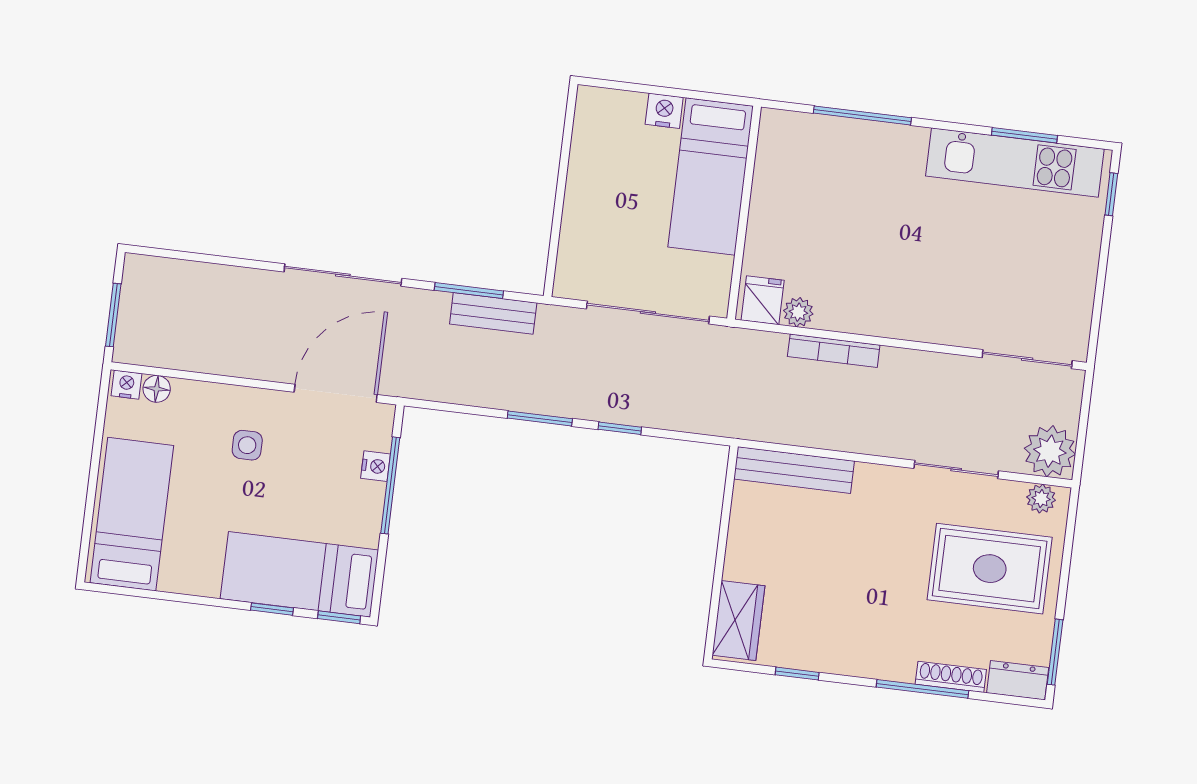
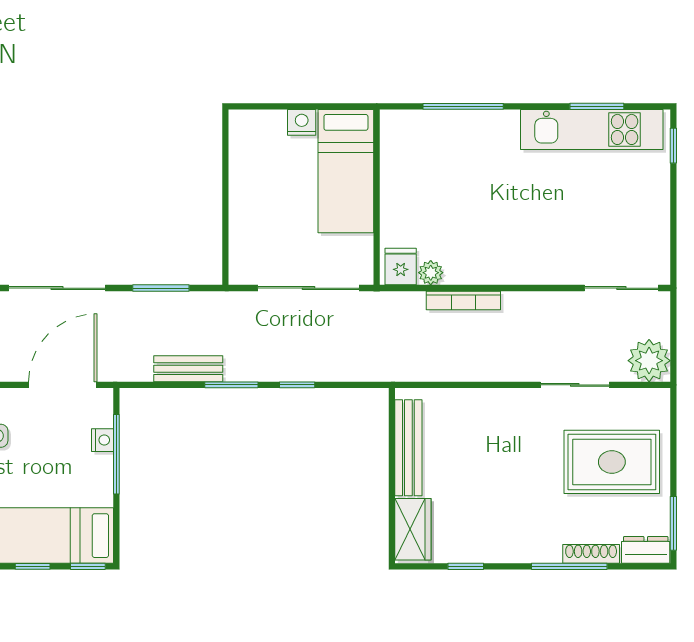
bench: (493, 313) -> (188, 369), moved
bench: (794, 470) -> (408, 448), moved, turned 90
plant: (1041, 499) -> (647, 400), removed

